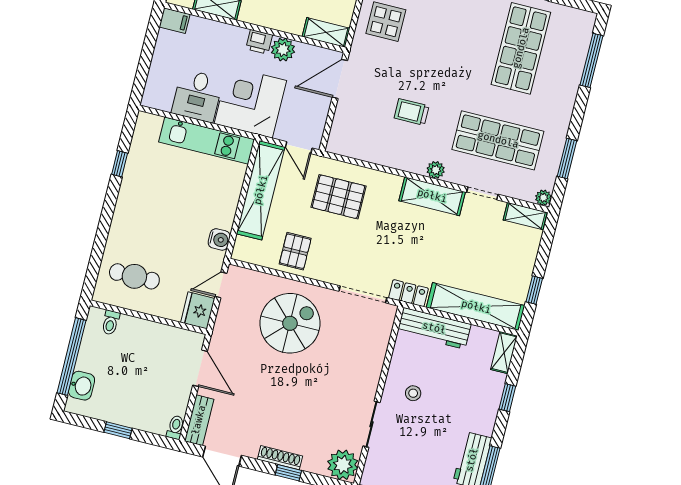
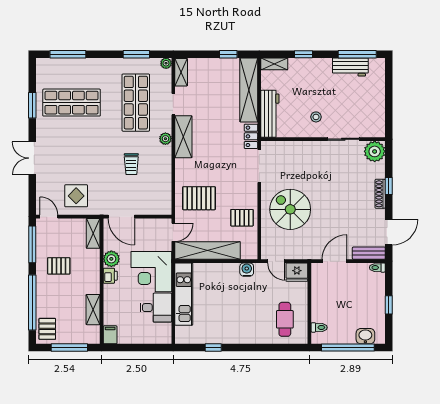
pallet: (338, 197) -> (199, 198), turned 90

